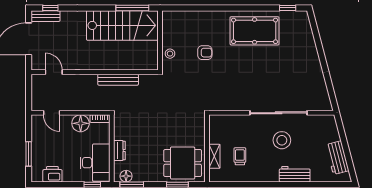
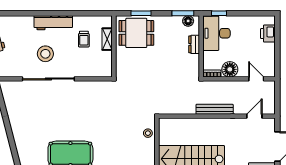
armchair: (205, 53) -> (116, 134), removed
door: (54, 72) -> (254, 116), swing flipped
bench: (118, 80) -> (215, 109), moved
window: (29, 154) -> (277, 41), removed
printer: (52, 174) -> (268, 34), moved, turned 90
workbench: (295, 174) -> (53, 23), moved, width x1.38

